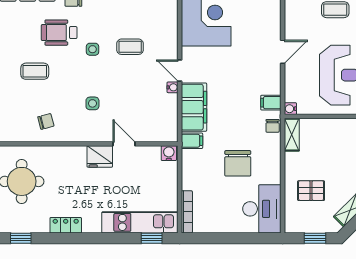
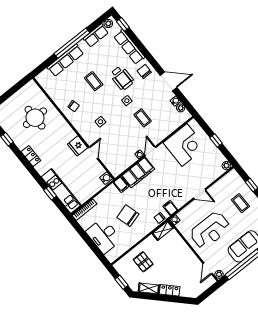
wheelchair: (59, 33) -> (122, 78), turned 180
chair: (238, 163) -> (128, 216), turned 74
desk: (262, 209) -> (104, 236), moved, turned 90
window: (152, 238) -> (50, 193), moved

